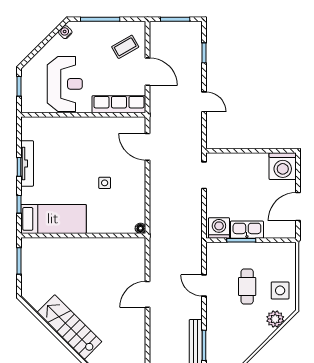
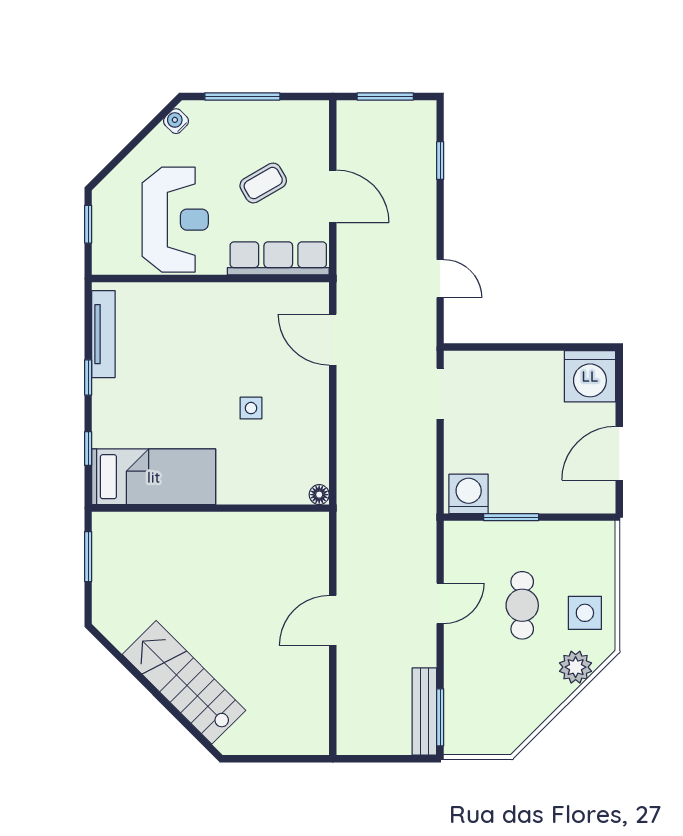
coffee table: (125, 47) -> (263, 183), moved
door: (204, 102) -> (440, 279), moved
tv unit: (27, 163) -> (103, 334), moved
kitchen sink: (247, 230) -> (522, 497), removed
door: (204, 285) -> (440, 603), swing flipped

